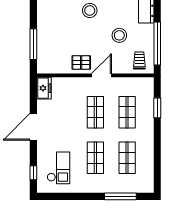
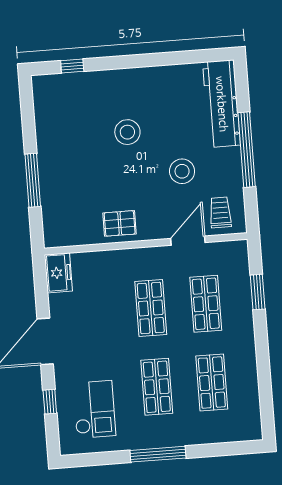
window: (33, 44) -> (33, 180), moved
window: (157, 44) -> (247, 150), moved
door: (101, 75) -> (188, 241), moved
window: (33, 173) -> (50, 402), moved
window: (120, 196) -> (158, 454), moved

